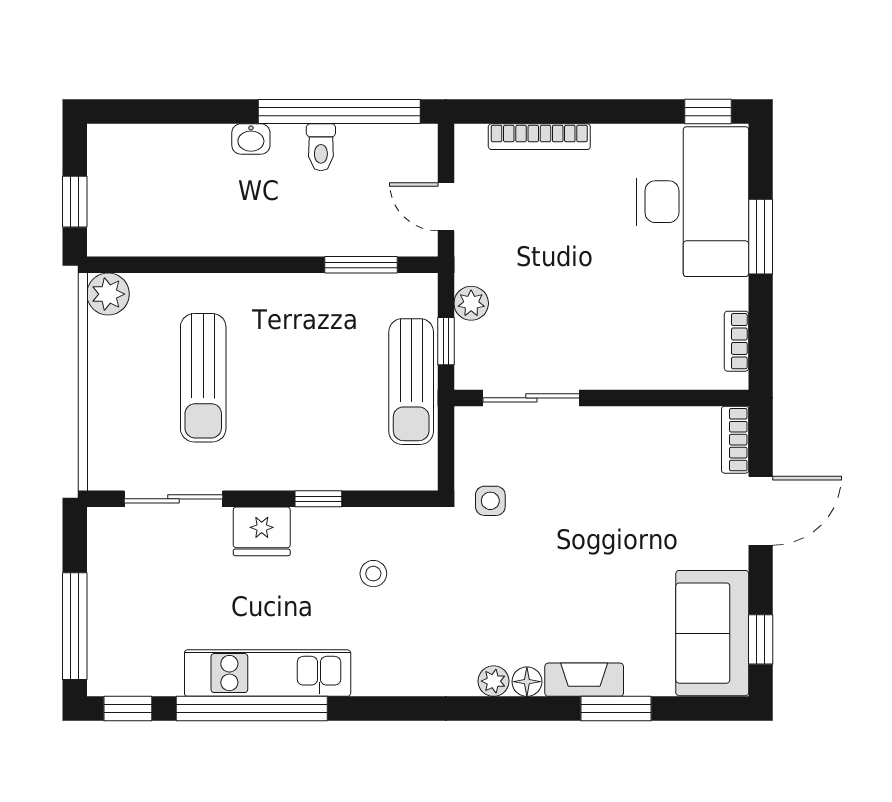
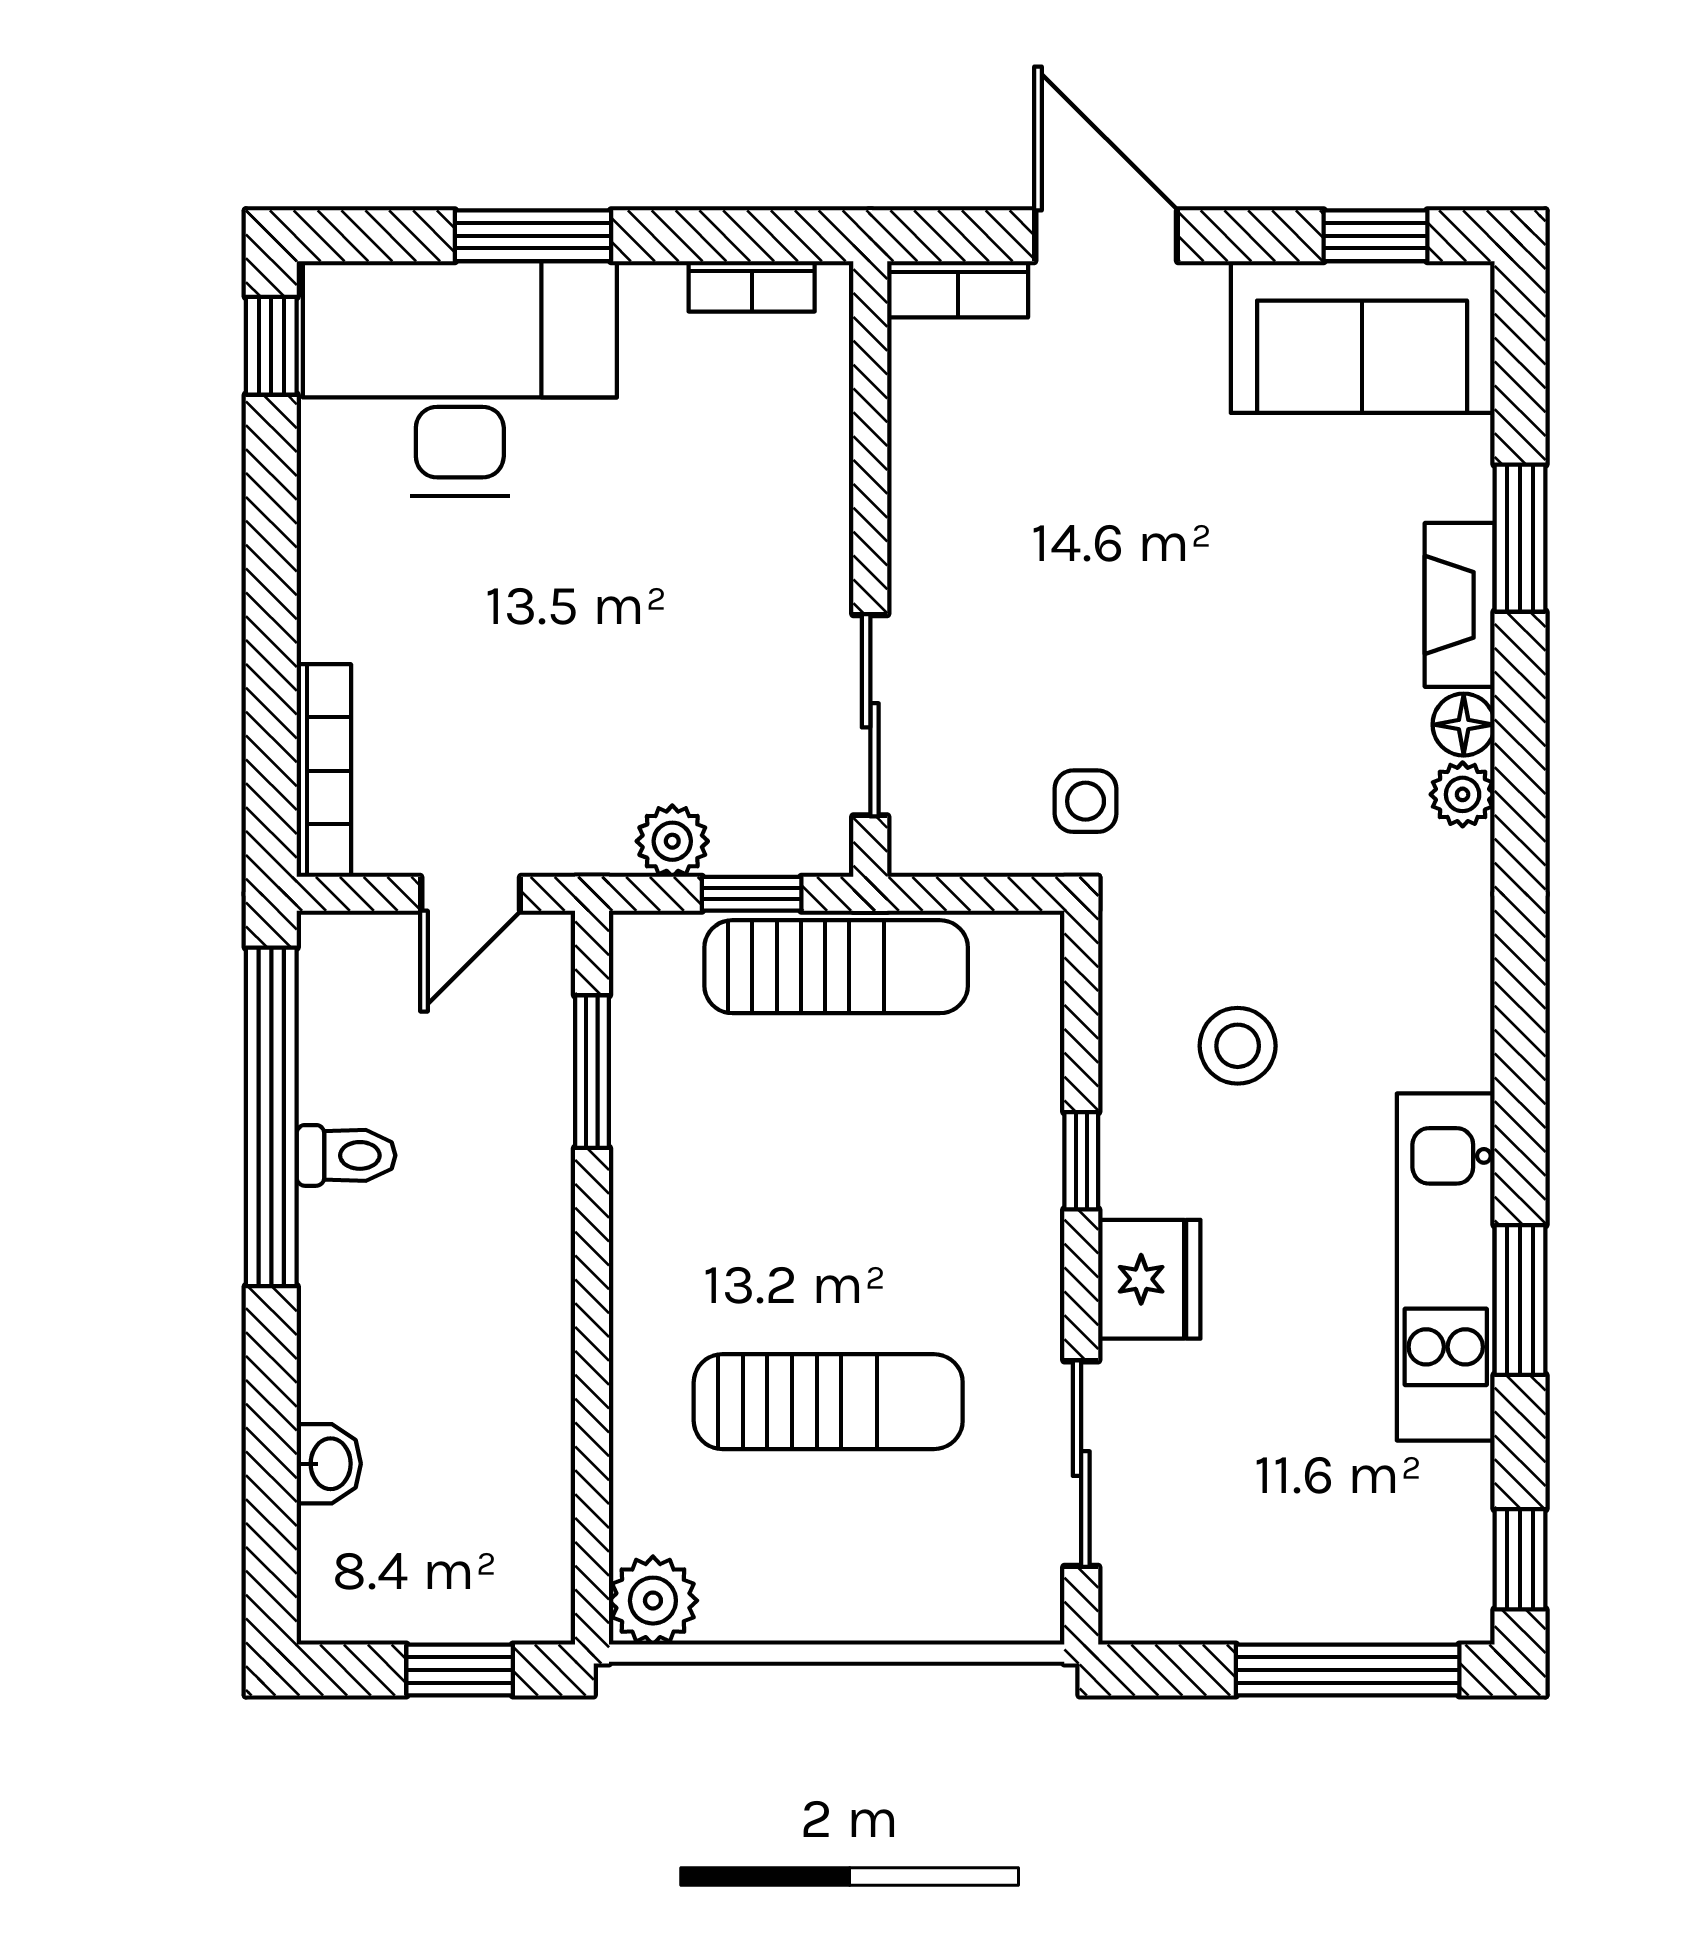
bookcase: (539, 137) -> (324, 771), moved
washbasin: (251, 139) -> (329, 1464), moved
stool: (373, 574) -> (1238, 1046), width x1.37, depth x1.37
window: (252, 709) -> (1520, 1300), width x0.47

